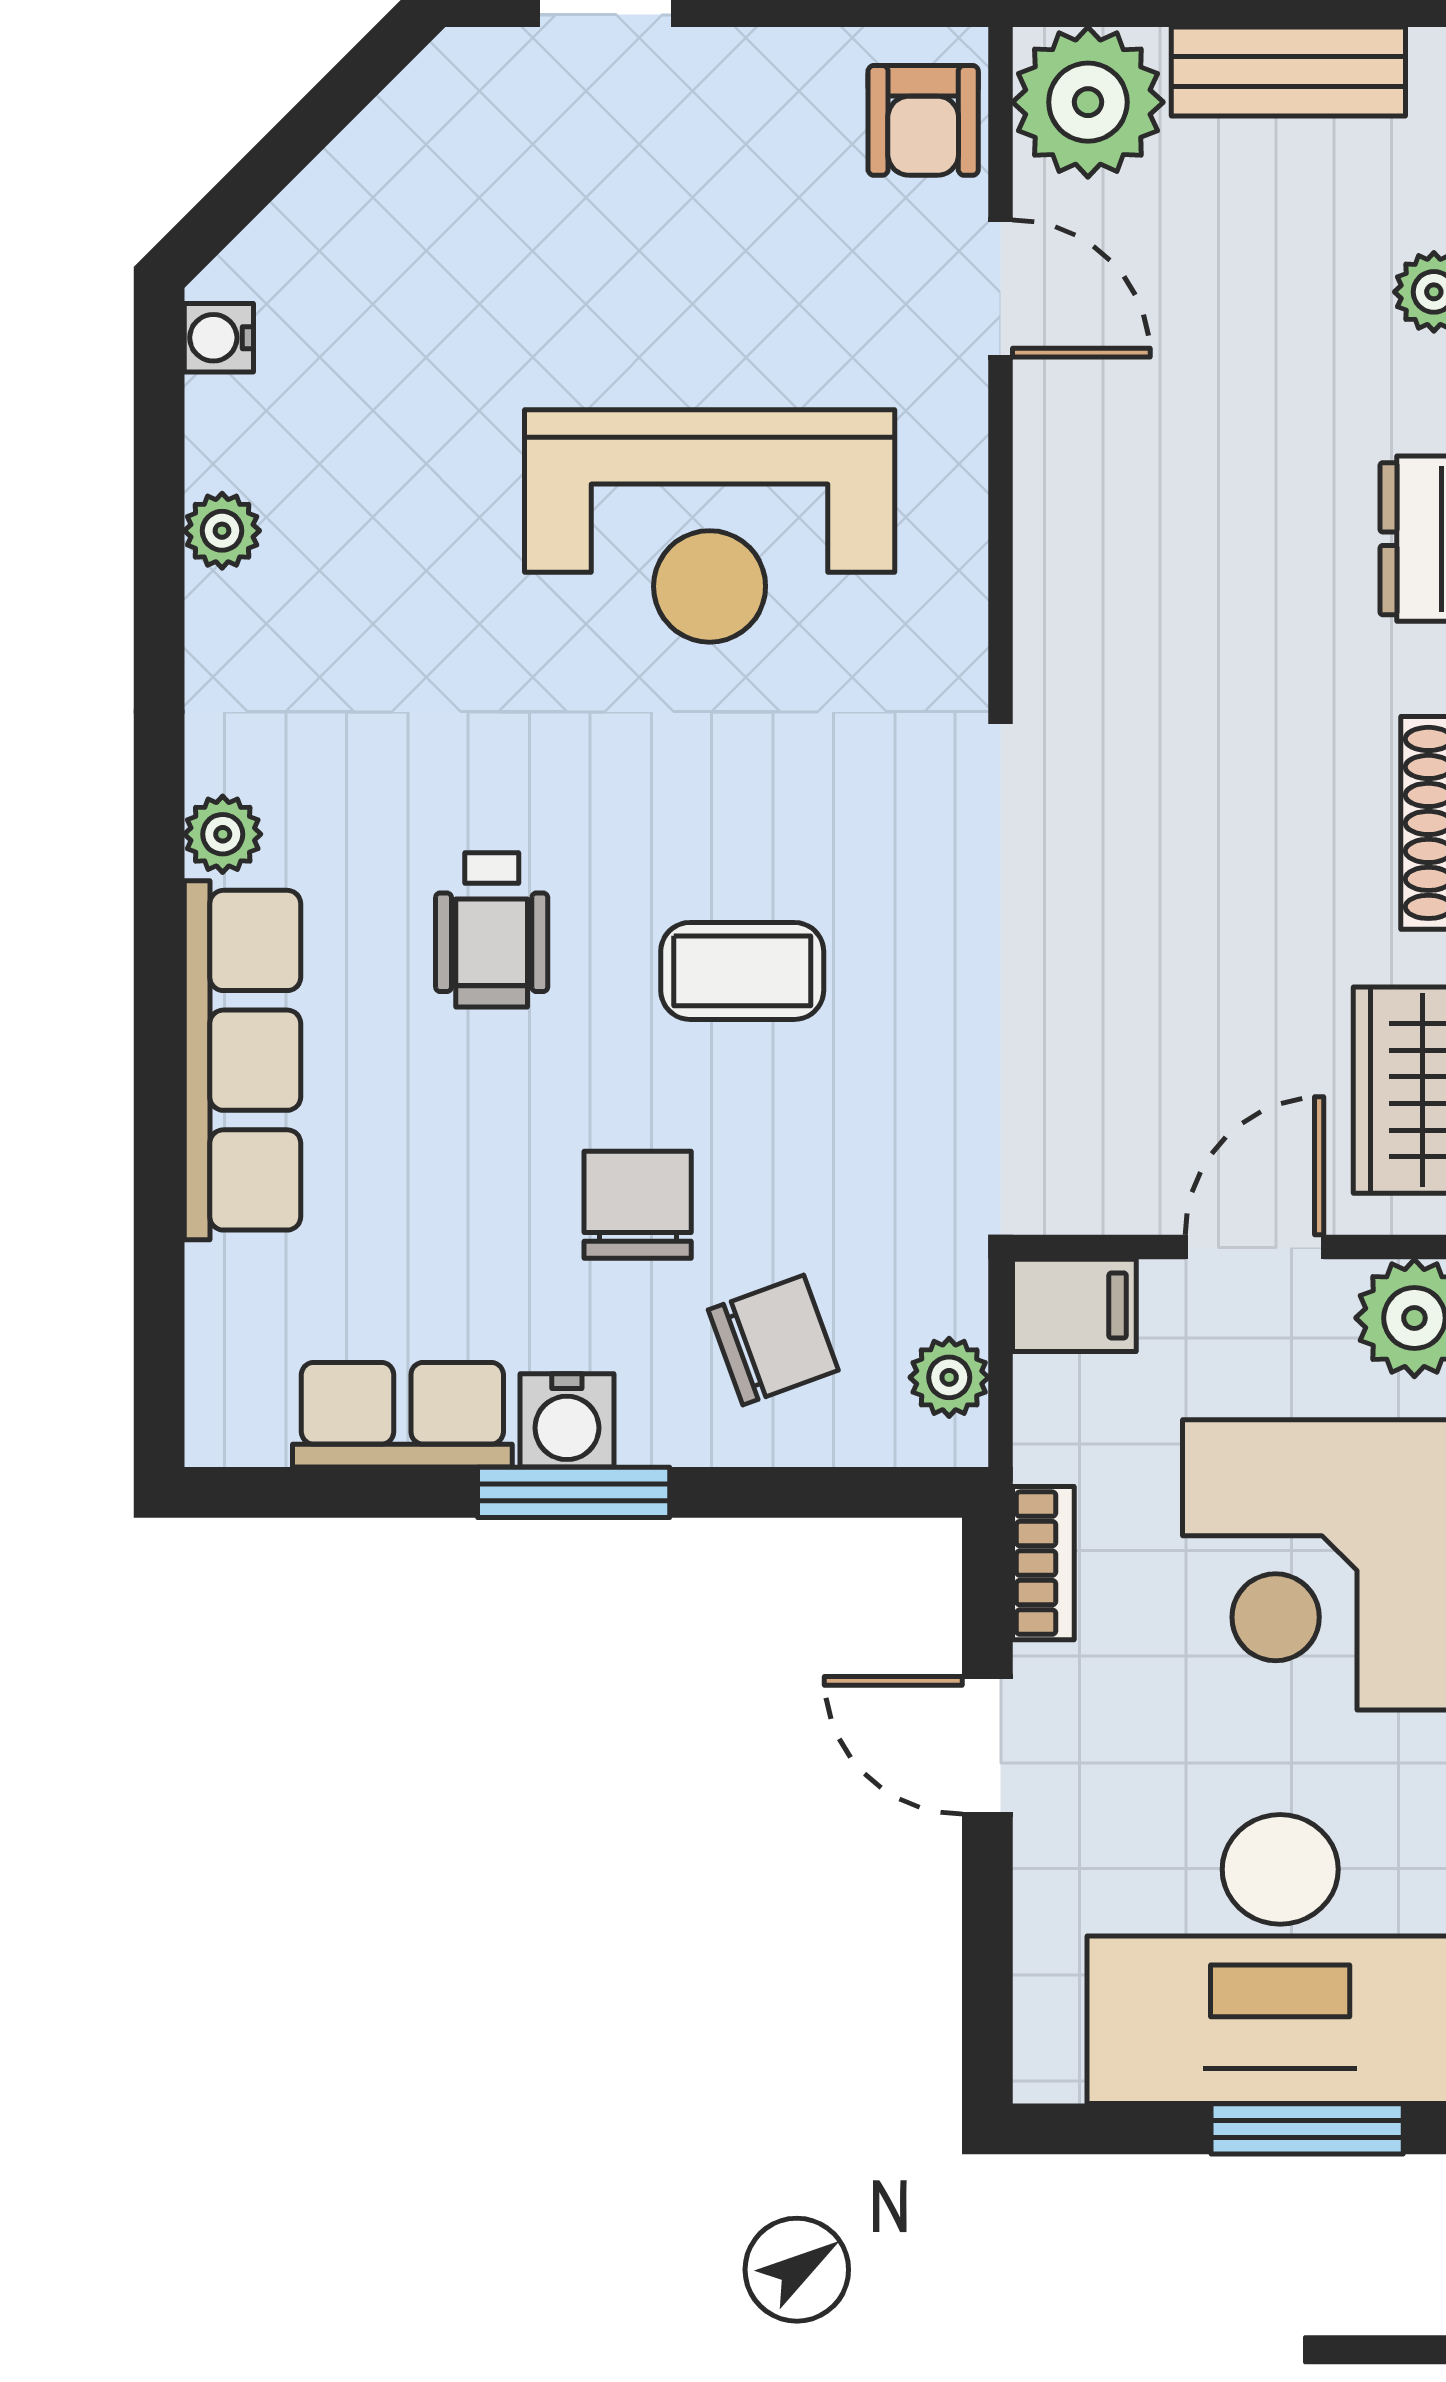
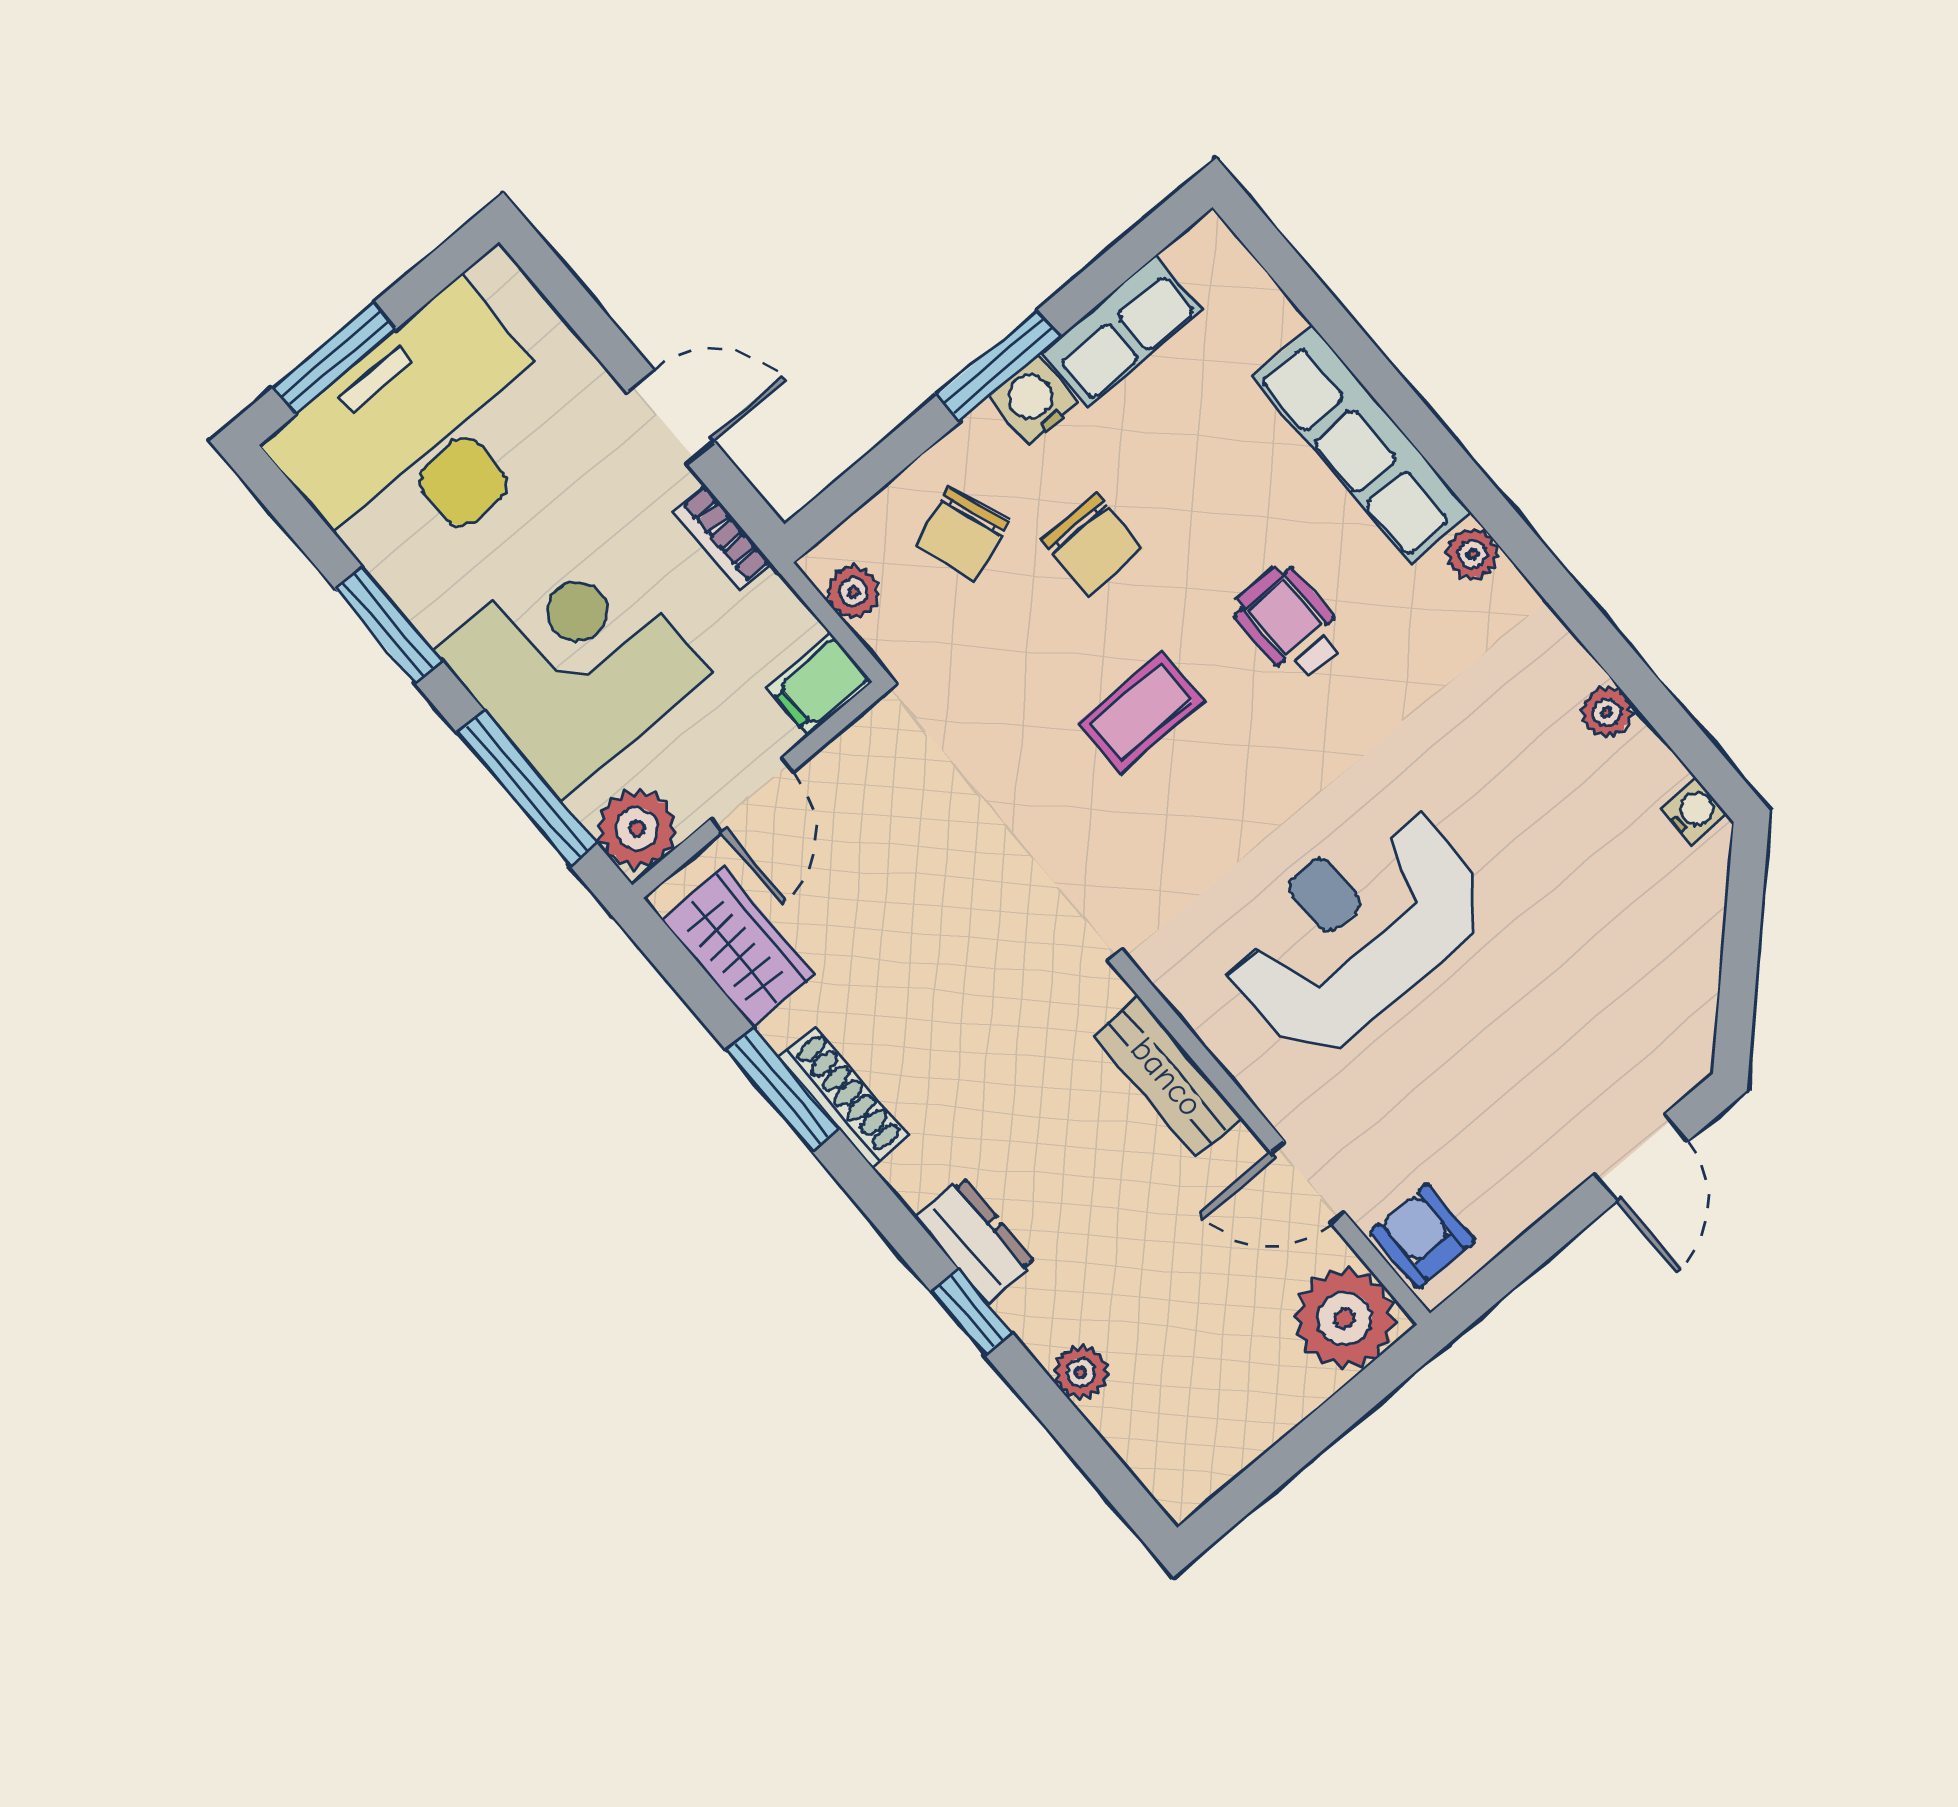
bench: (1288, 71) -> (1167, 1077), moved, turned 90

